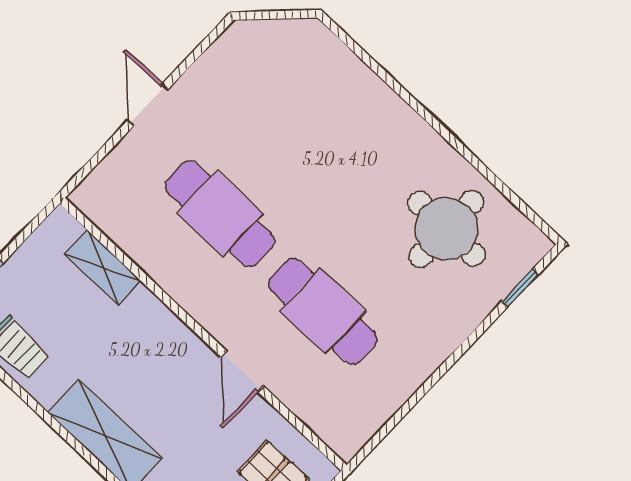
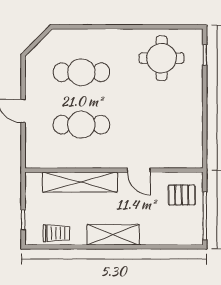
shelving: (103, 267) -> (80, 182), width x2.20, depth x1.33
cafe table: (323, 311) -> (81, 72), moved

